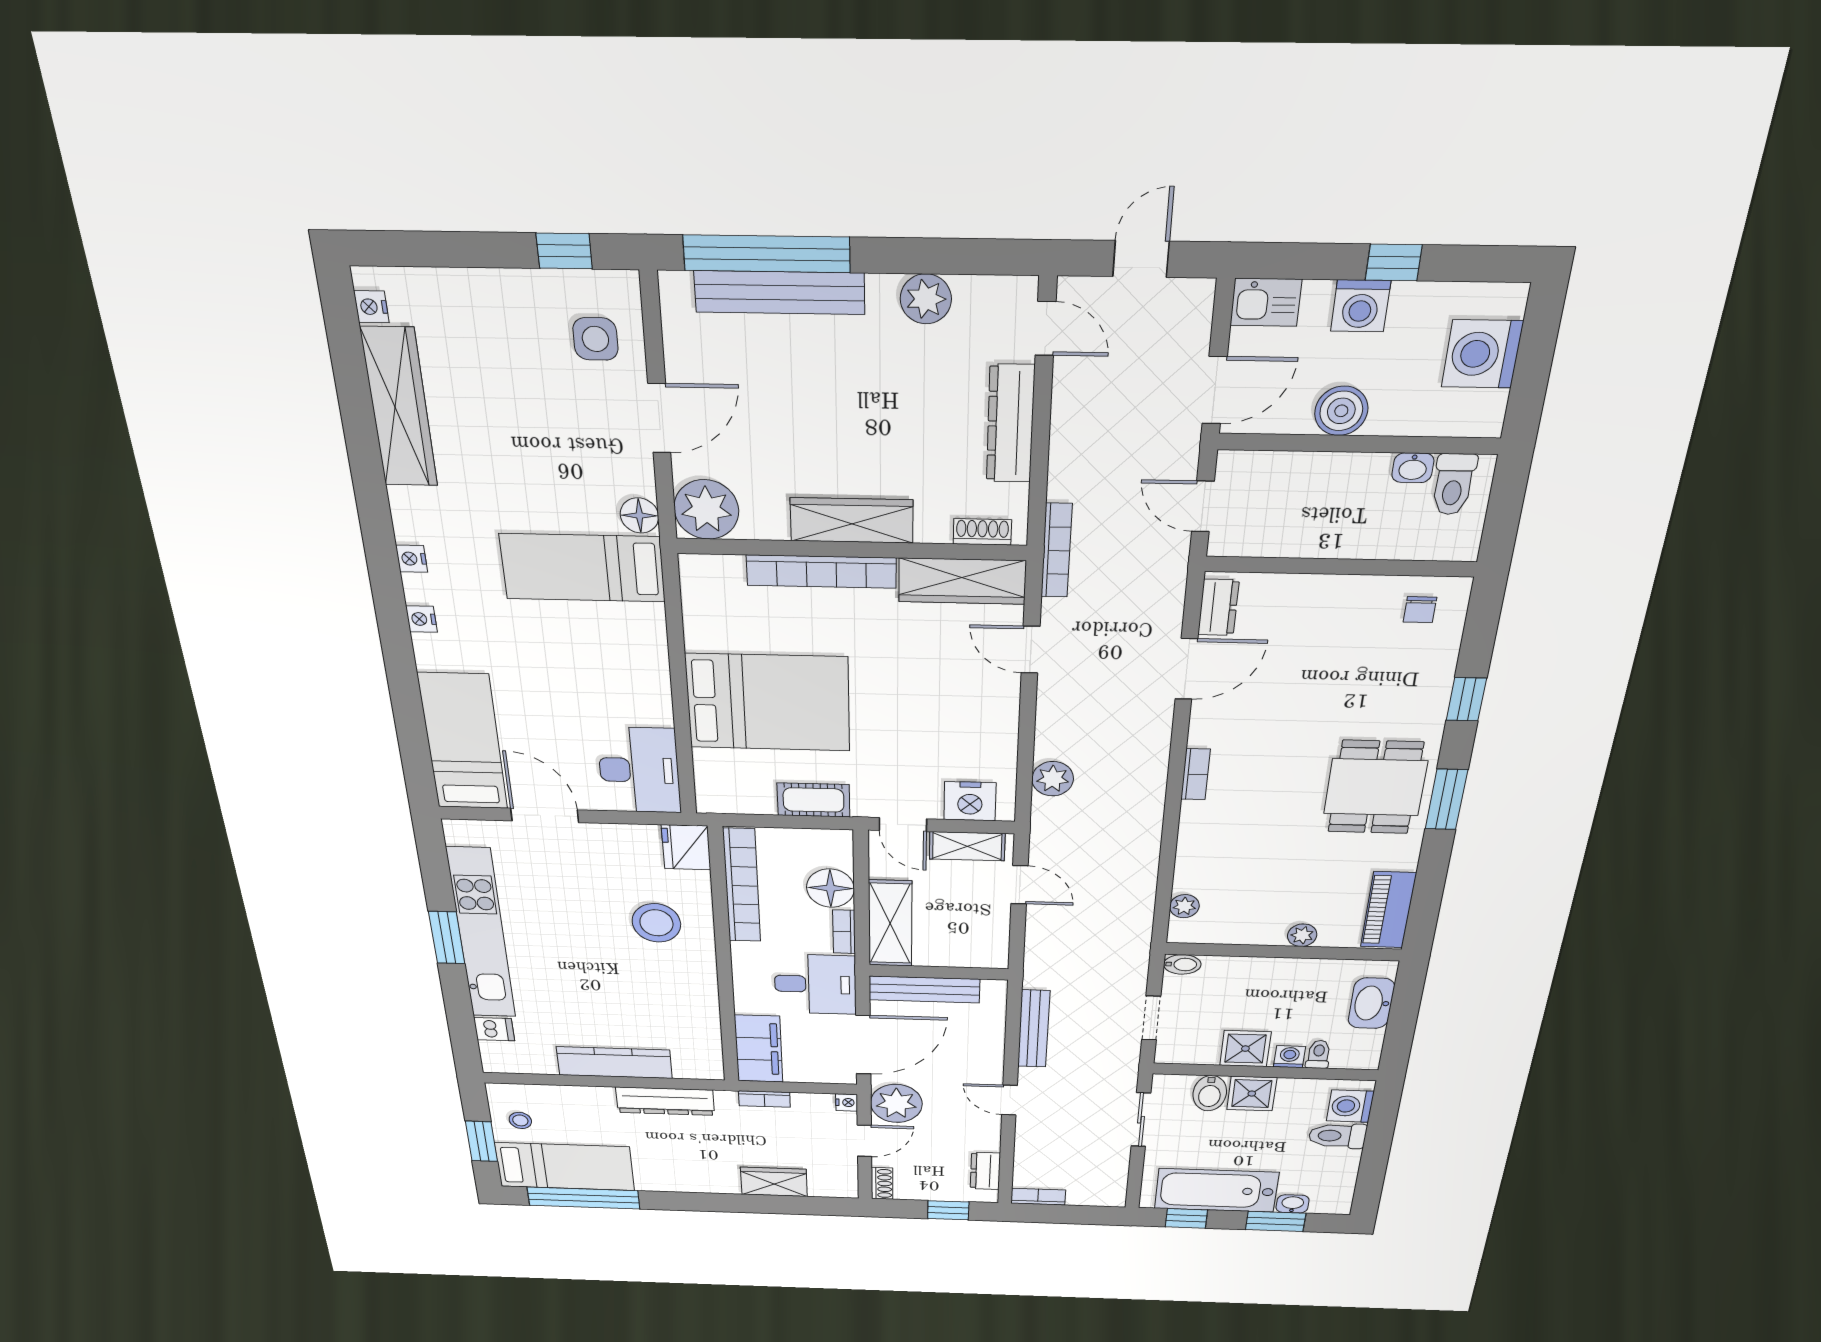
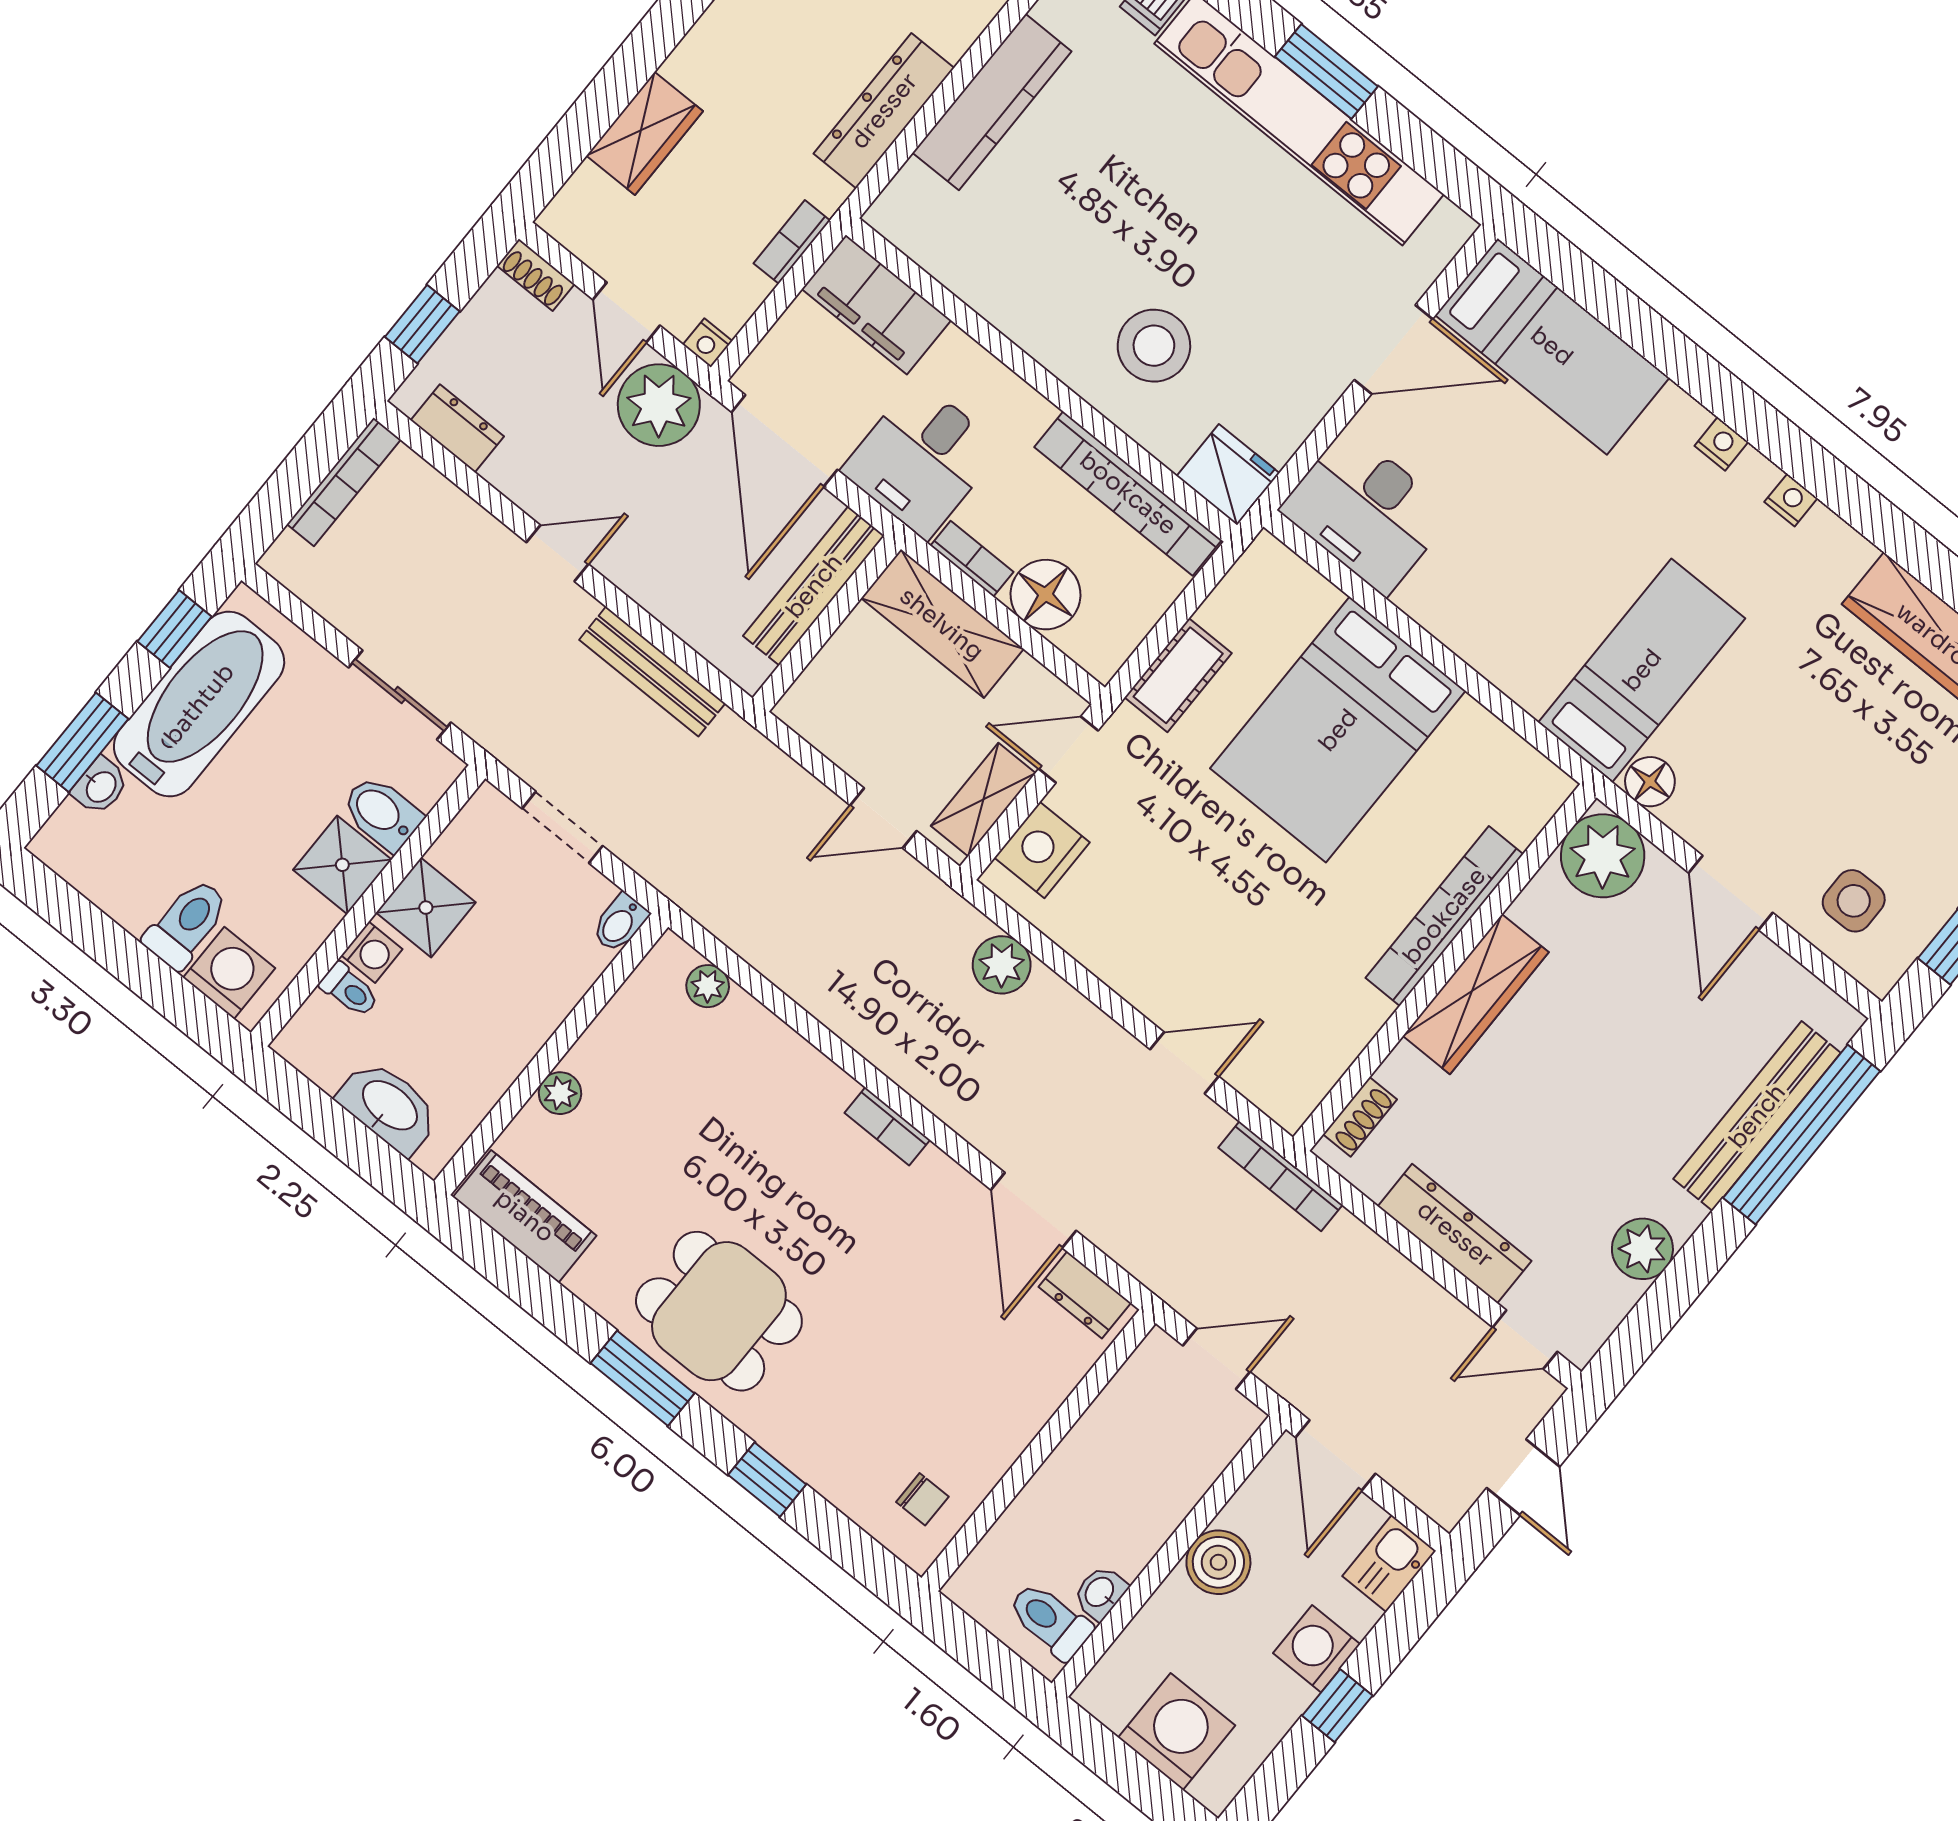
wardrobe: (962, 581) -> (1320, 1053), removed
chair: (1420, 610) -> (922, 1499), turned 180
bookcase: (1038, 1197) -> (344, 482), width x1.56

